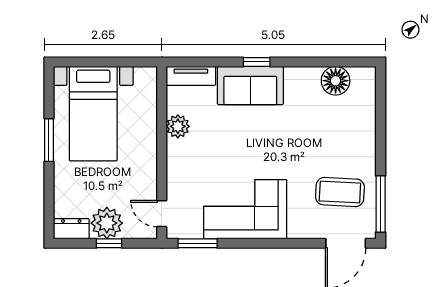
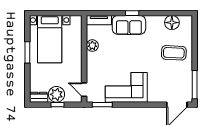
coffee table: (340, 192) -> (174, 53), moved

